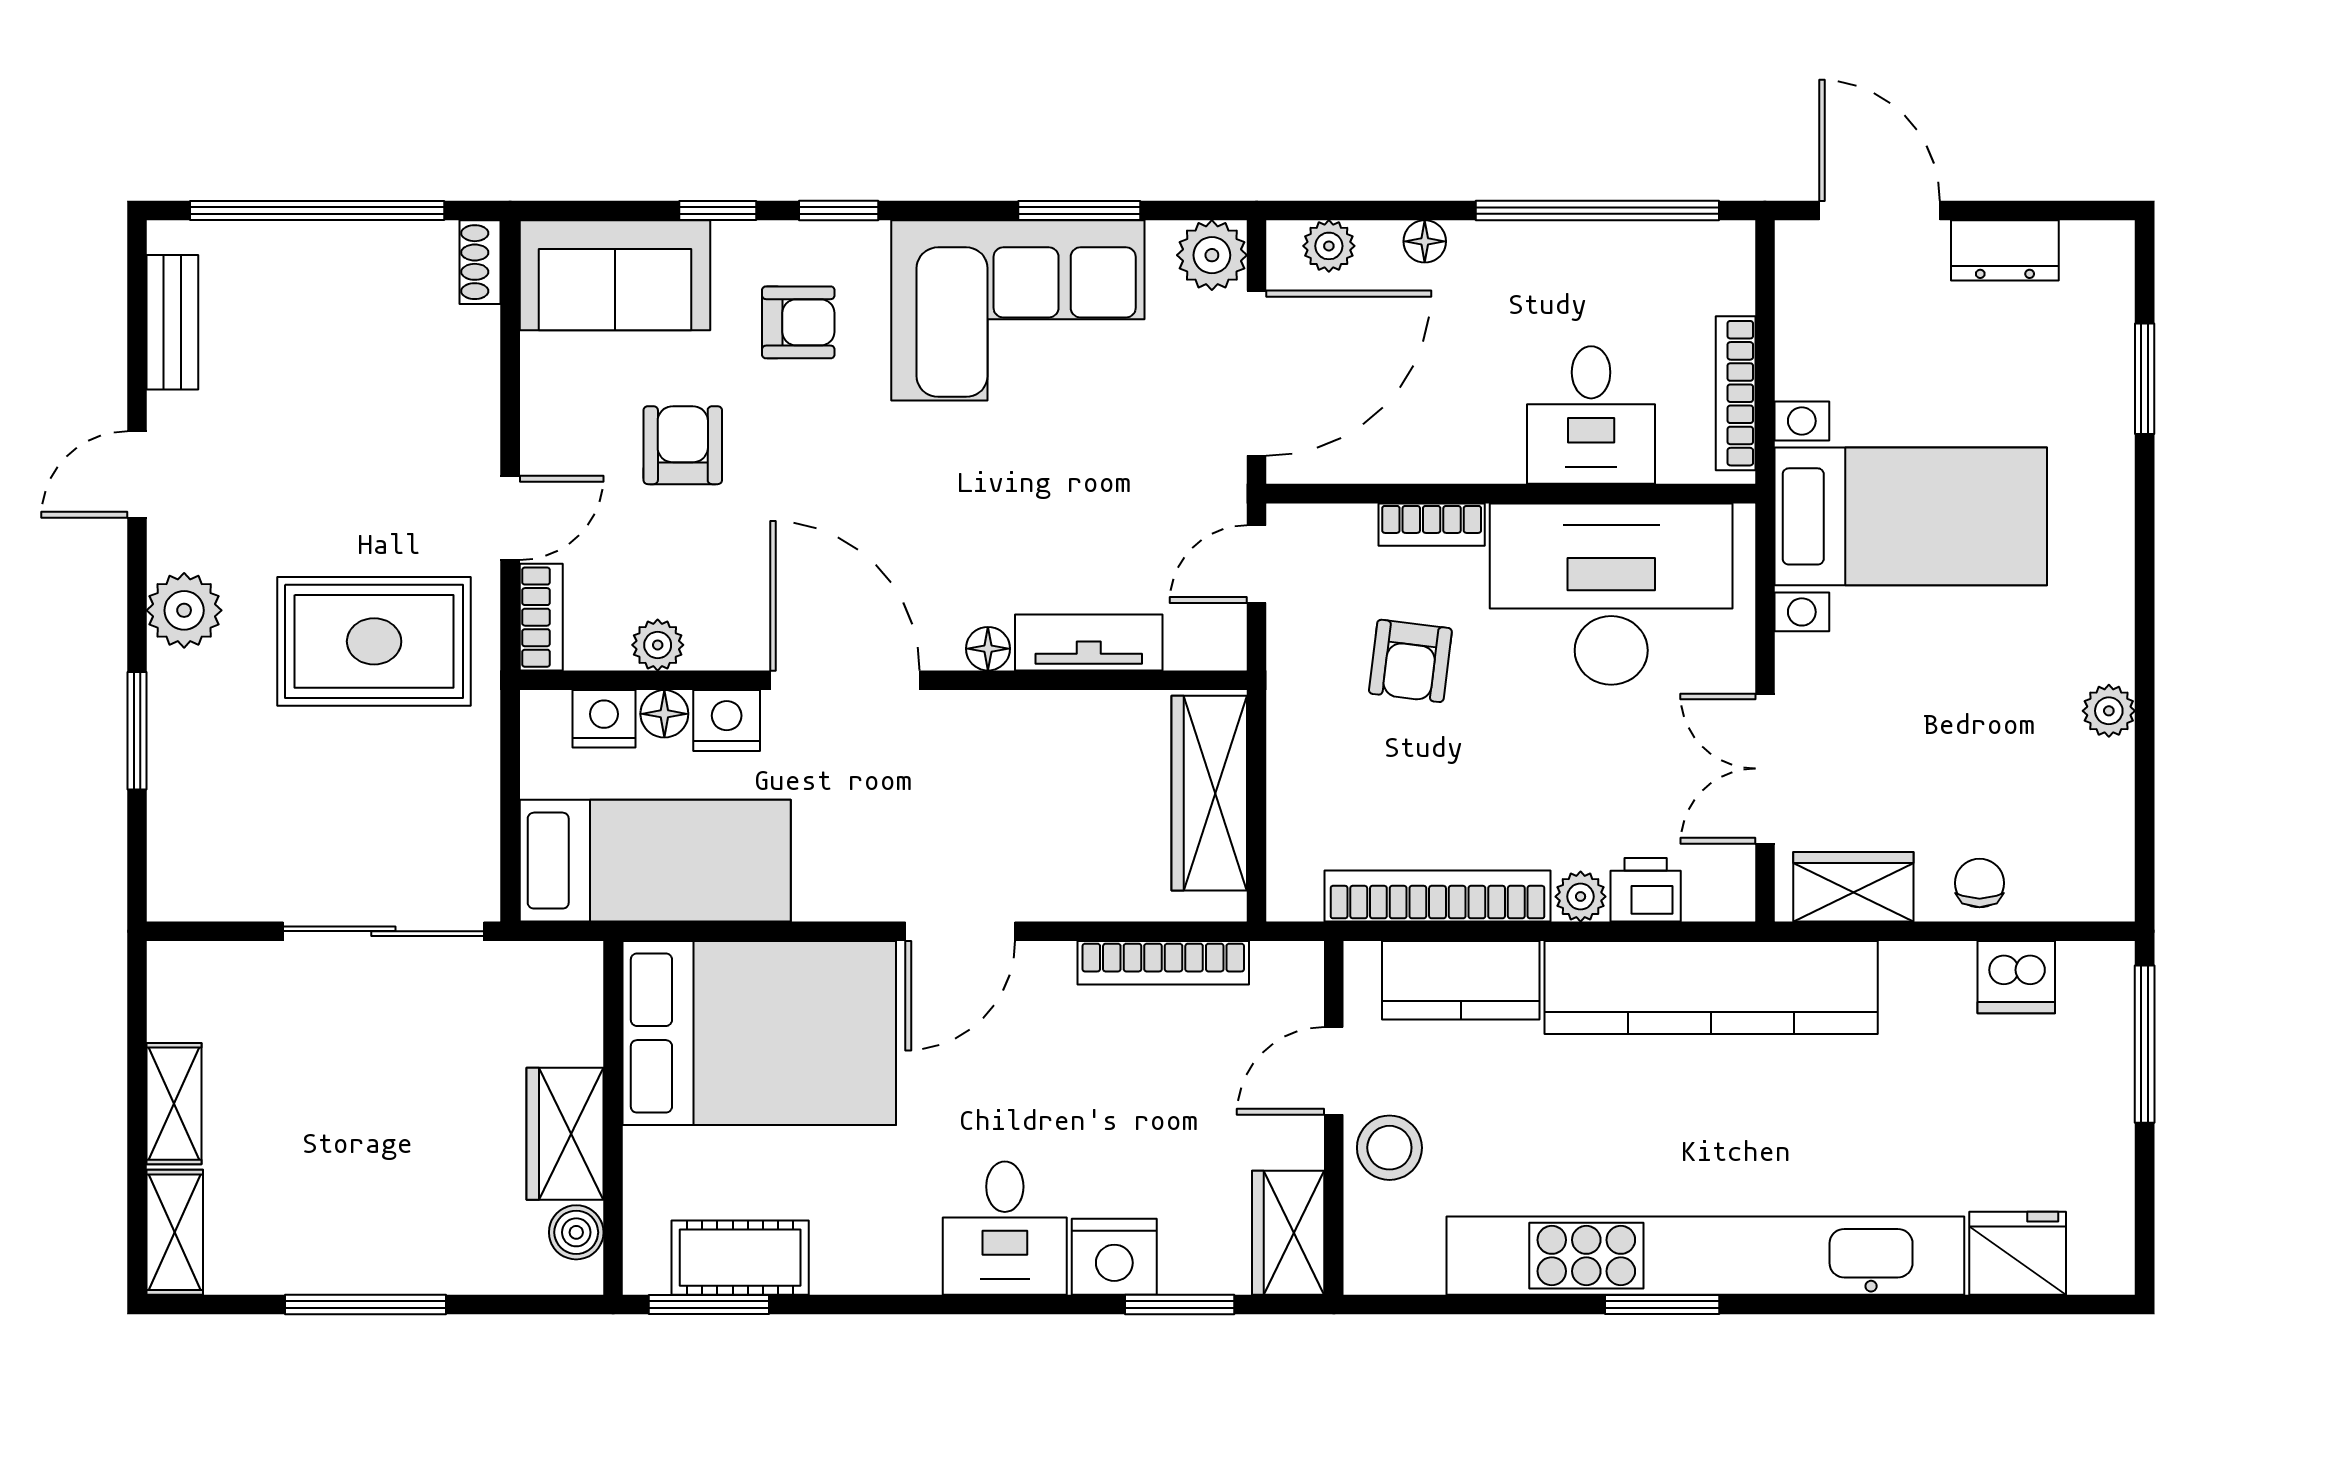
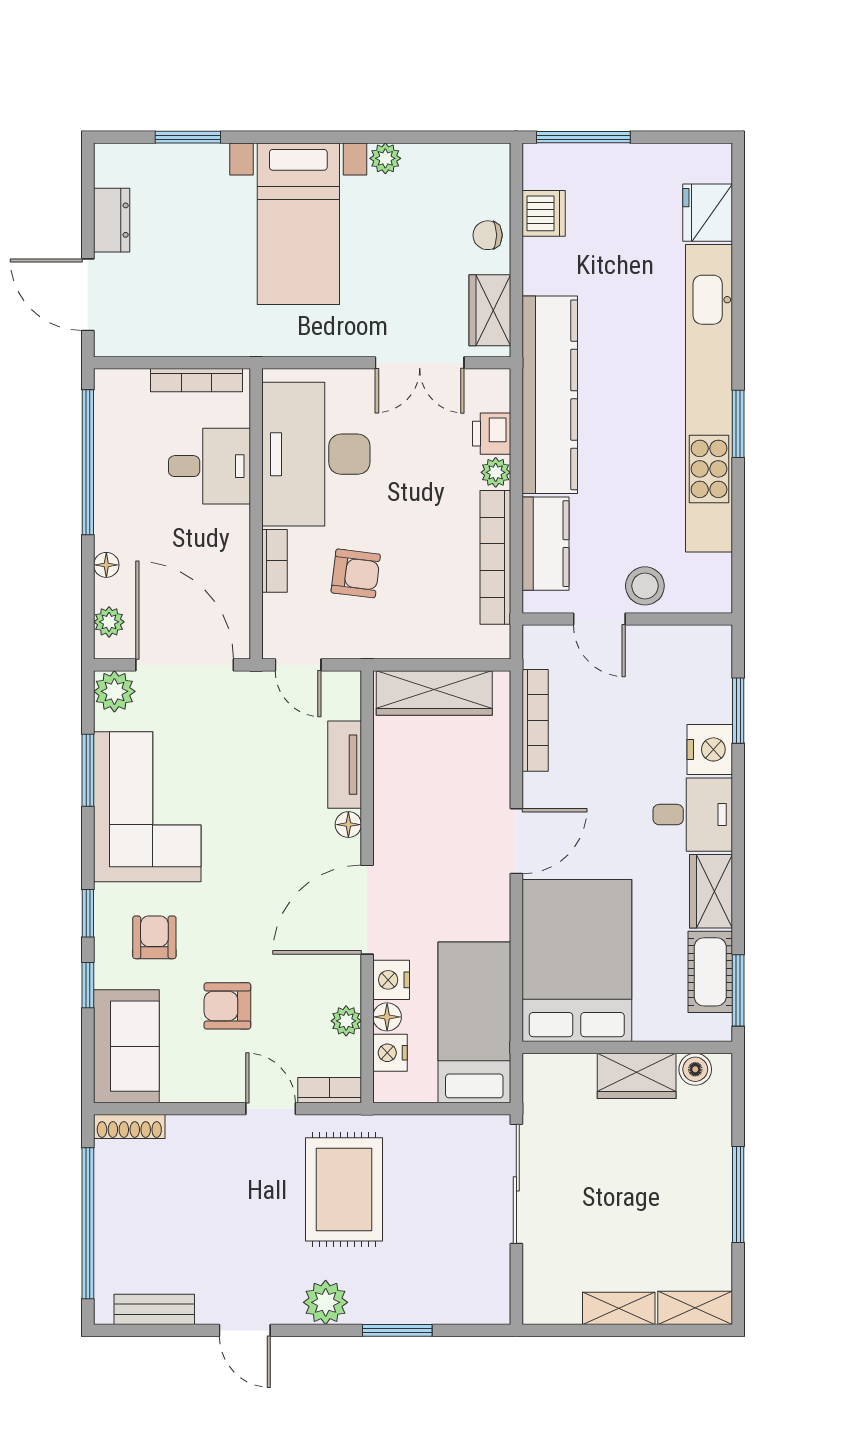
door: (1879, 211) -> (88, 295), hinge flipped
shoe rack: (480, 262) -> (129, 1126), width x1.43
bed with nightstands: (1911, 516) -> (298, 224), moved, turned 180
door: (960, 931) -> (516, 841), hinge flipped
wardrobe: (1288, 1233) -> (711, 891), moved, turned 90

